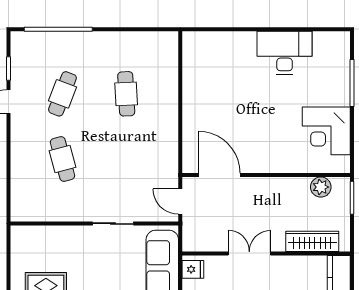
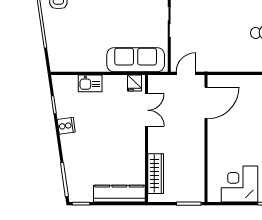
plant: (321, 187) -> (197, 180), removed
double door: (249, 253) -> (147, 110), moved

